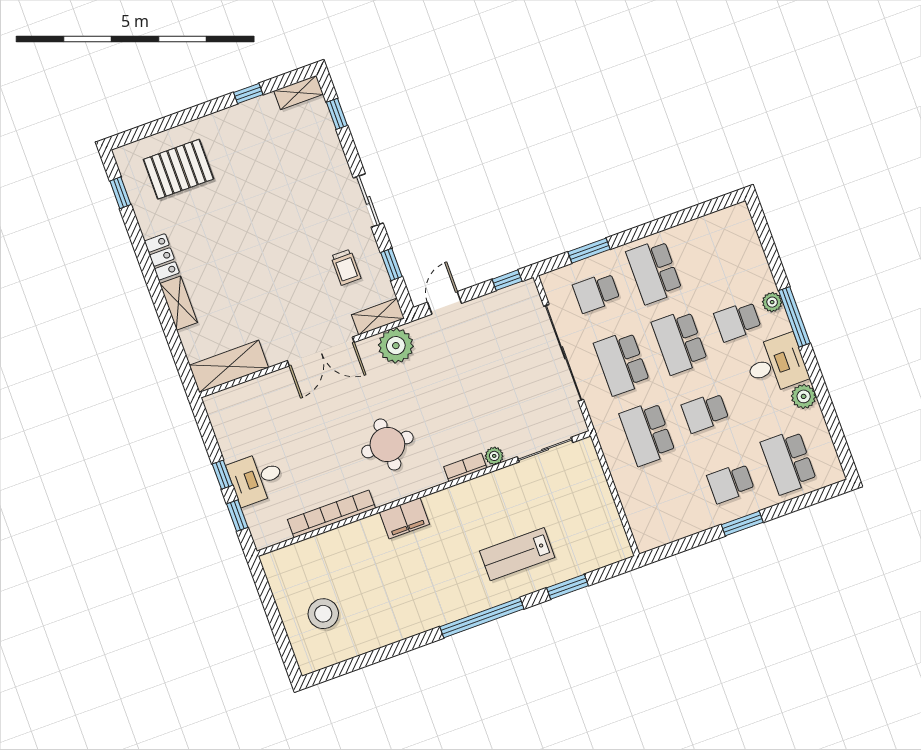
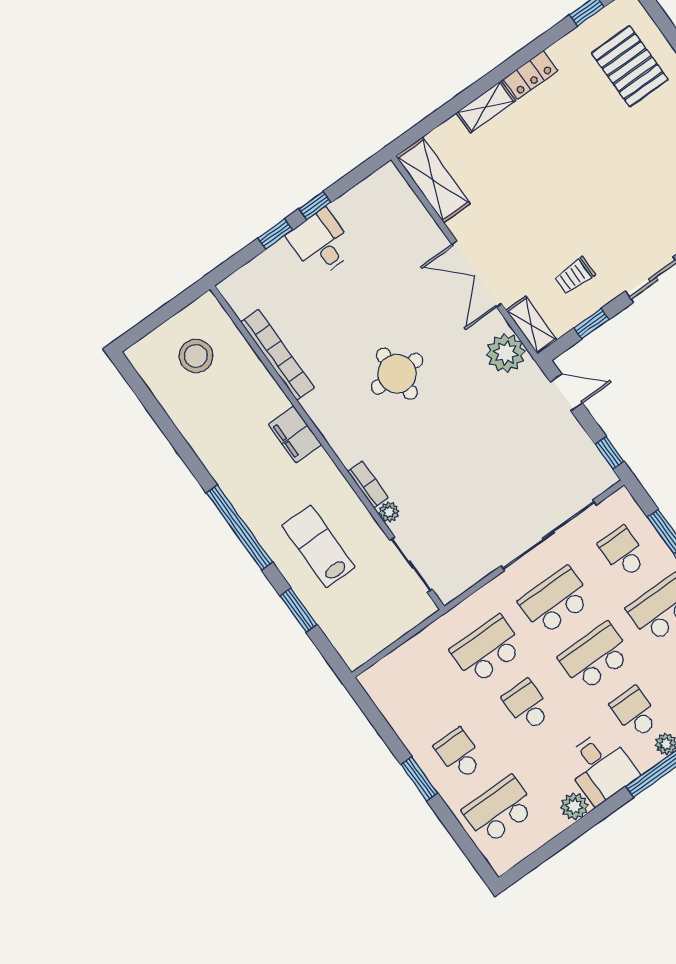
sliding door: (545, 450) -> (411, 565), moved
plant: (494, 456) -> (389, 512), moved
bookcase: (465, 467) -> (368, 484), moved
wall: (424, 494) -> (327, 448), moved
bookcase: (331, 514) -> (278, 355), moved
filing cabinet: (404, 518) -> (295, 434), moved

